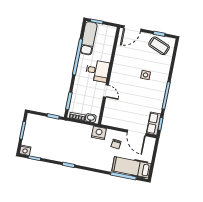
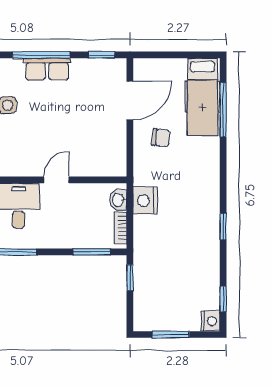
row of seats: (154, 124) -> (47, 69), moved
nightstand: (99, 133) -> (145, 200), moved

